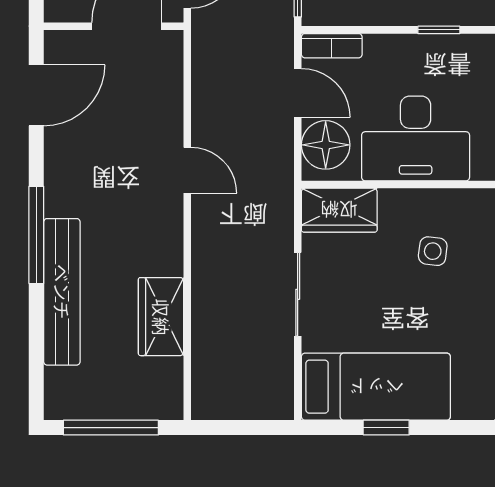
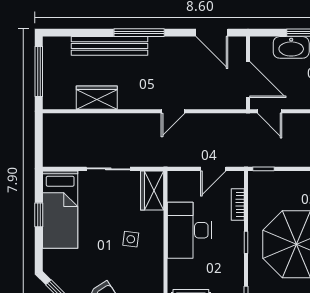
bookcase: (332, 46) -> (238, 204), moved
floor lamp: (326, 145) -> (186, 183), removed

